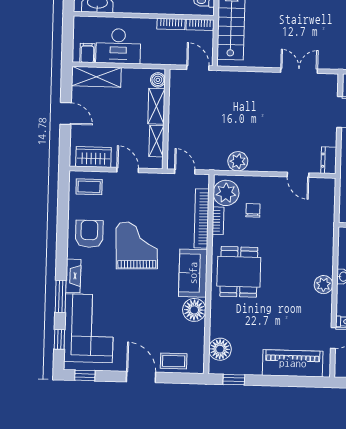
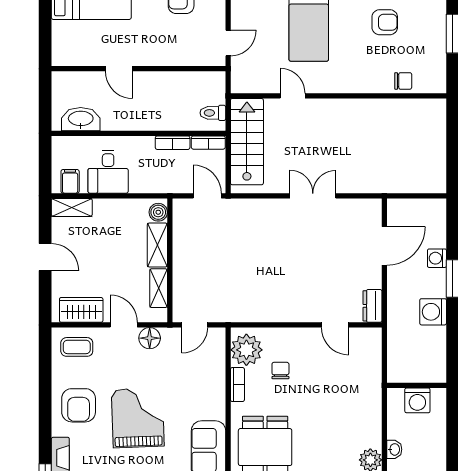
desk: (118, 46) -> (108, 172), width x0.73
double door: (299, 71) -> (313, 196), moved
shelving: (96, 77) -> (72, 207), width x0.67, depth x0.75
plant: (238, 161) -> (260, 310), removed
door: (185, 172) -> (195, 325), swing flipped
floor lamp: (148, 181) -> (150, 338), added
bookcase: (202, 218) -> (217, 382), removed
armchair: (89, 234) -> (79, 405), turned 180

